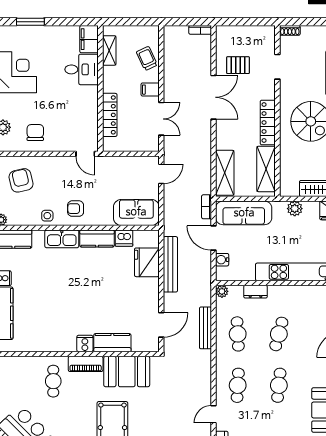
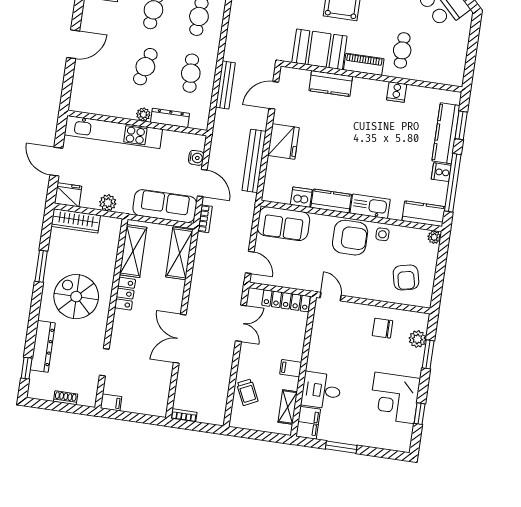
window: (30, 22) -> (341, 447), moved
shoe rack: (290, 30) -> (66, 398), moved
filing cabinet: (266, 32) -> (111, 402), added
pallet: (238, 65) -> (148, 370), removed
filing cabinet: (150, 90) -> (291, 368), moved, turned 180
locker: (110, 115) -> (286, 301), moved, turned -90
double door: (161, 119) -> (241, 323), swing flipped
locker: (268, 122) -> (125, 294), width x0.66
chair: (35, 133) -> (383, 328), turned 90
door: (161, 174) -> (250, 262), swing flipped
armchair: (76, 209) -> (350, 238), width x1.88, depth x1.88
fridge: (147, 262) -> (283, 141), moved
plant: (222, 291) -> (143, 114), moved
dresser: (255, 292) -> (170, 118), width x1.44
cooker: (85, 344) -> (397, 92), moved

